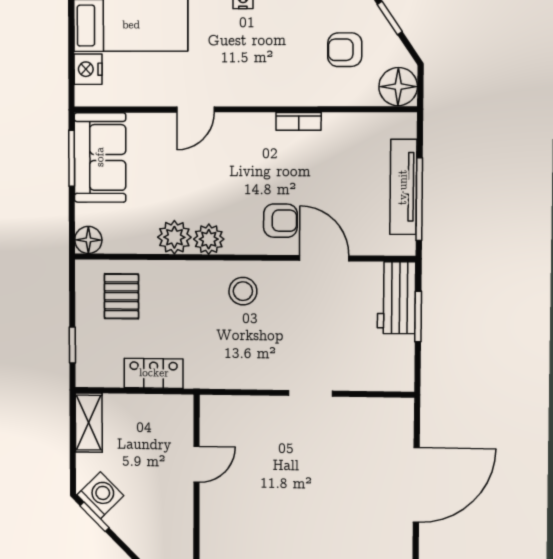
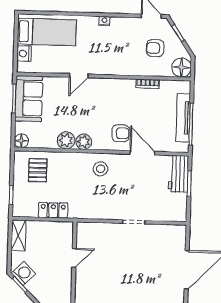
bookcase: (299, 121) -> (148, 84), moved

